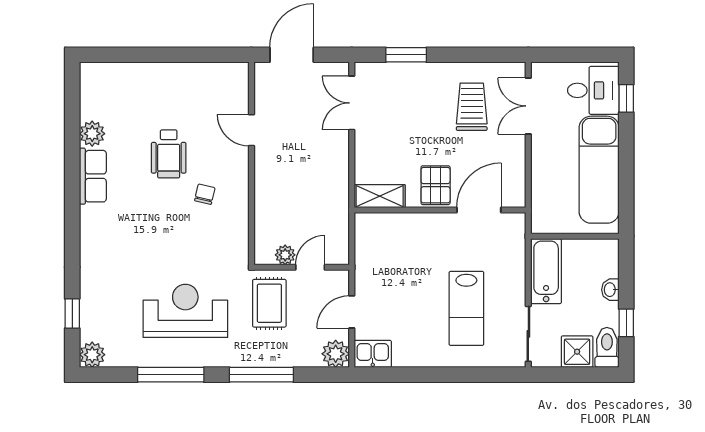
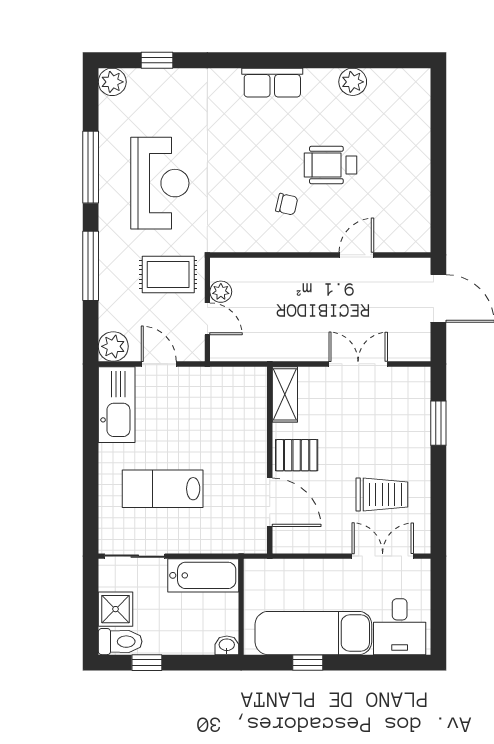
window: (626, 98) -> (308, 663), moved
double door: (352, 103) -> (358, 364), moved
row of seats: (93, 176) -> (272, 83), moved
washbasin: (610, 290) -> (227, 645), moved
kitchen sink: (373, 354) -> (117, 405), width x1.88, depth x1.24

